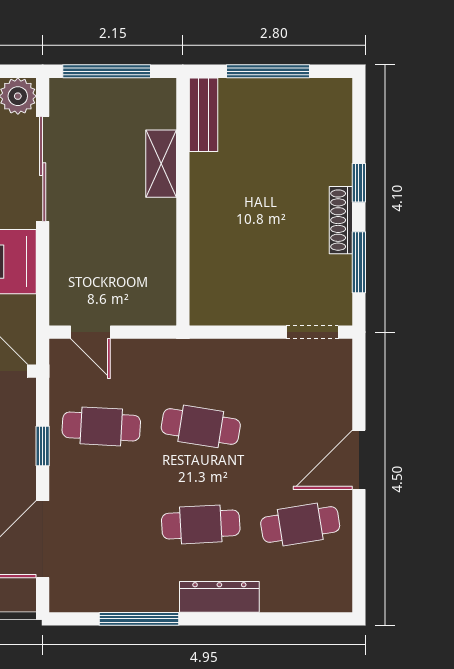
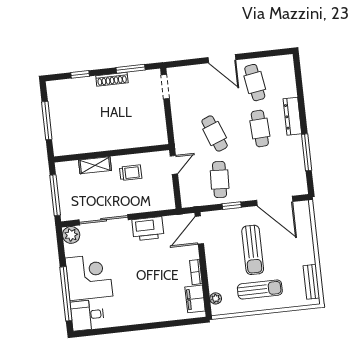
bench: (203, 115) -> (70, 148), removed
window: (359, 183) -> (80, 74), moved
trolley: (137, 238) -> (131, 173), added
door: (90, 332) -> (174, 165), moved
cafe table: (201, 426) -> (215, 134), turned -30

